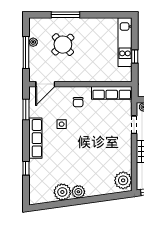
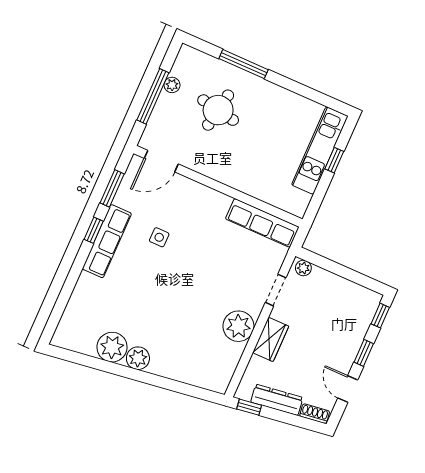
round table: (63, 45) -> (218, 110), turned -37
window: (135, 56) -> (334, 160), moved
chair: (78, 102) -> (202, 214), removed
window: (26, 168) -> (94, 230), moved
plant: (123, 180) -> (238, 326), moved

